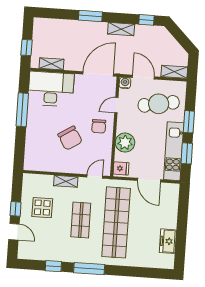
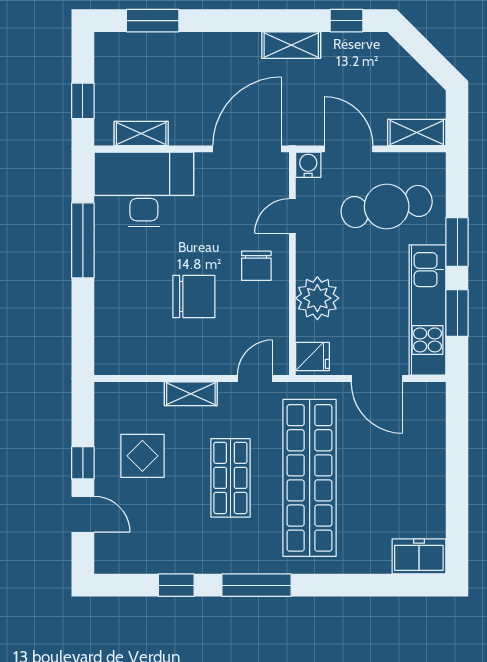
window: (90, 16) -> (153, 21), moved
chair: (70, 138) -> (194, 296), turned -58
freezer: (168, 241) -> (419, 556), moved, turned 90

